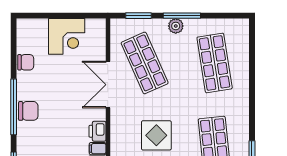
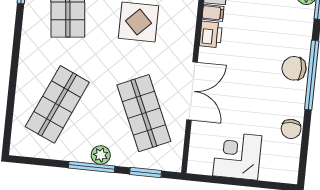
chair: (26, 62) -> (291, 129), turned -90
shop shelf: (215, 63) -> (57, 104), turned 33

